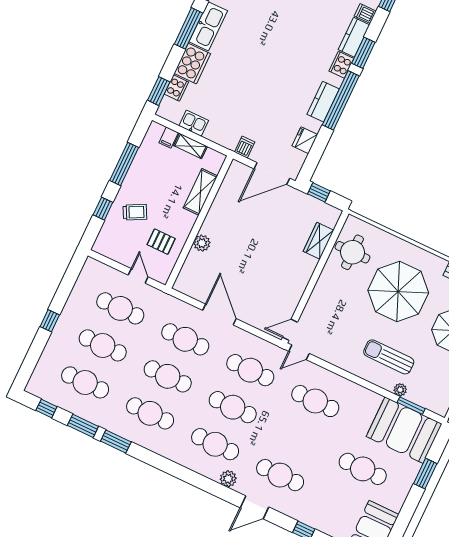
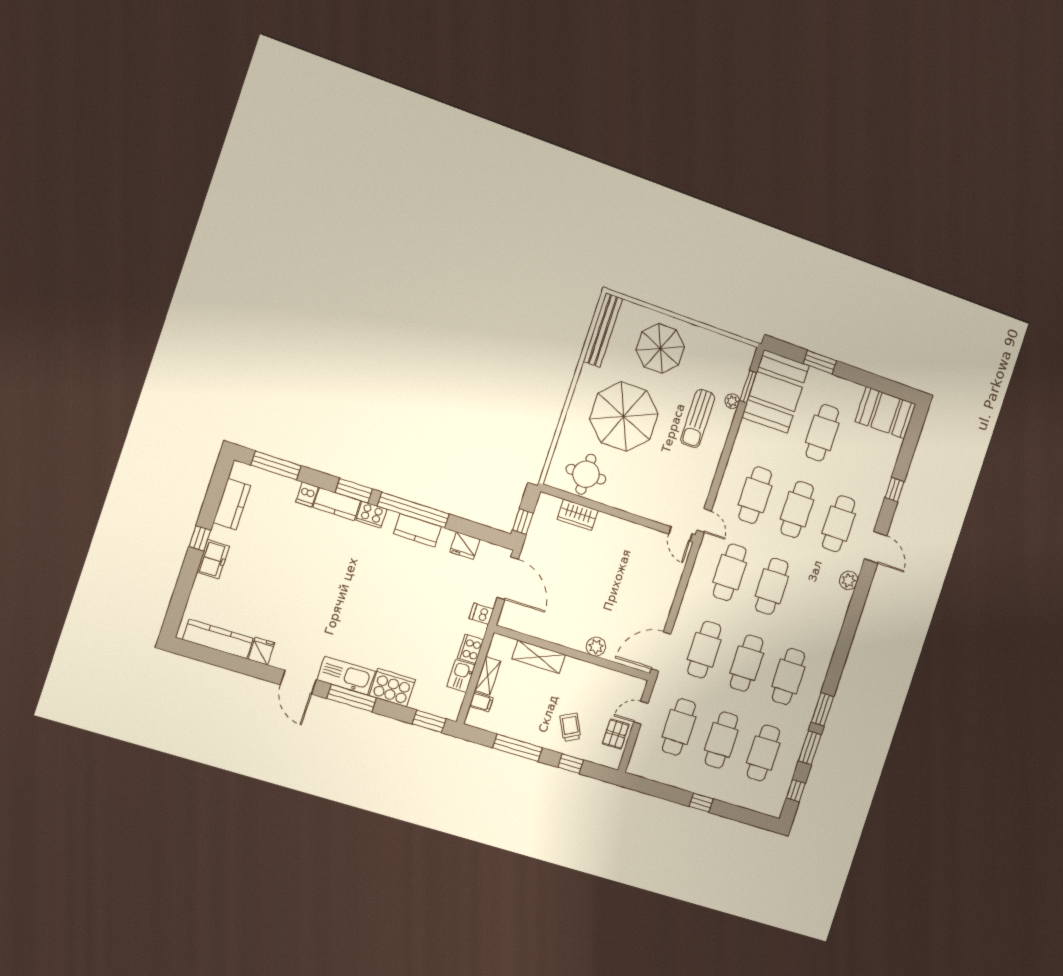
cooker: (176, 88) -> (471, 649), moved, turned -90
pallet: (161, 242) -> (616, 734), moved
door: (219, 315) -> (661, 651), moved
cafe table: (215, 444) -> (797, 509), moved

